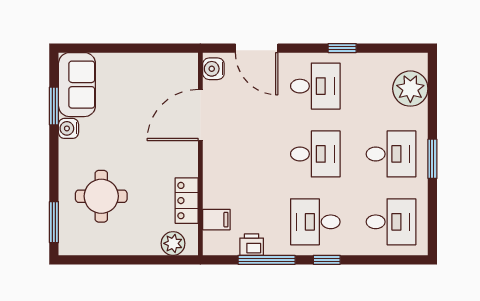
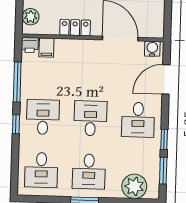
window: (387, 48) -> (163, 171), added
desk: (315, 154) -> (90, 118), turned 180
locker: (187, 201) -> (75, 28), moved
printer: (252, 245) -> (30, 45), moved, turned 90

